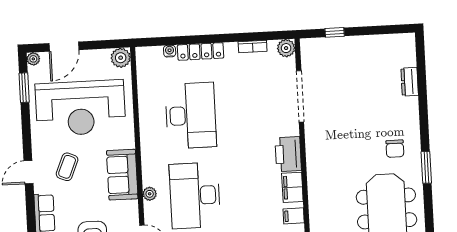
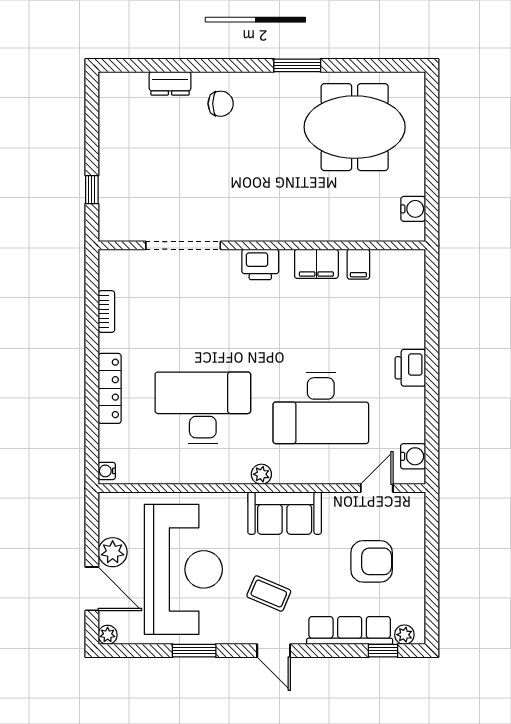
plant: (286, 48) -> (111, 262), removed
water cooler: (170, 51) -> (107, 471), moved
plant: (121, 58) -> (113, 552), moved
window: (24, 88) -> (194, 651), moved
chair: (395, 149) -> (221, 104), moved
printer: (288, 154) -> (260, 264), width x0.73, depth x0.84
plant: (150, 194) -> (261, 474), moved

